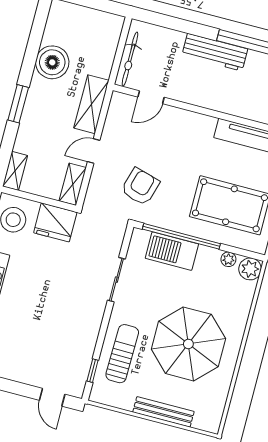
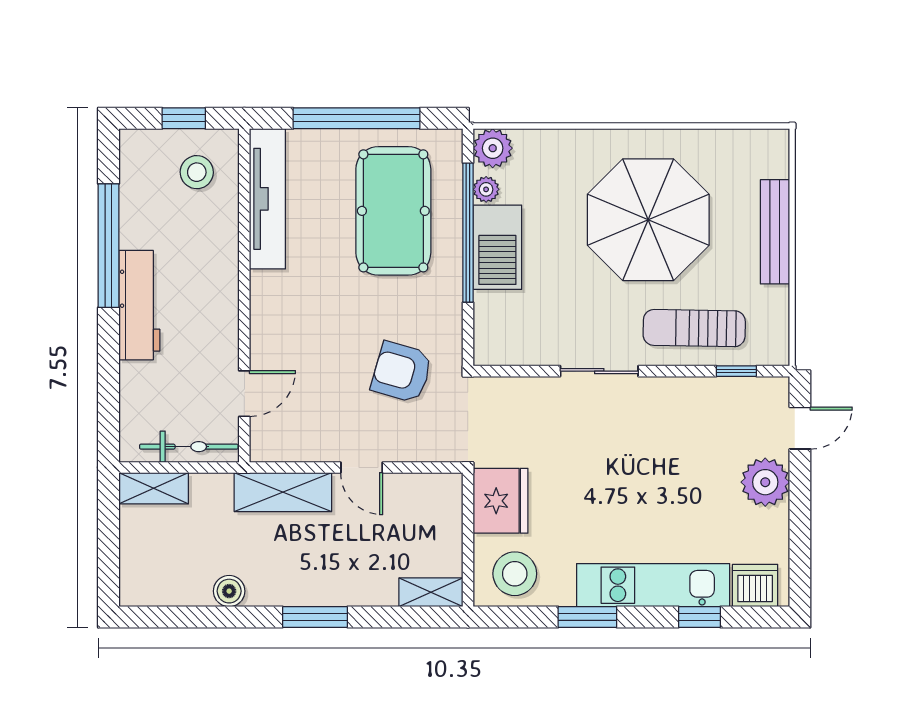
boiler: (52, 62) -> (229, 591), width x0.54, depth x0.54
door: (151, 97) -> (244, 394), hinge flipped
shelving: (73, 184) -> (154, 488), moved
window: (181, 236) -> (468, 233), moved
barbecue: (172, 251) -> (497, 247), moved
sliding door: (116, 280) -> (599, 371), moved
plant: (27, 370) -> (765, 482), added

